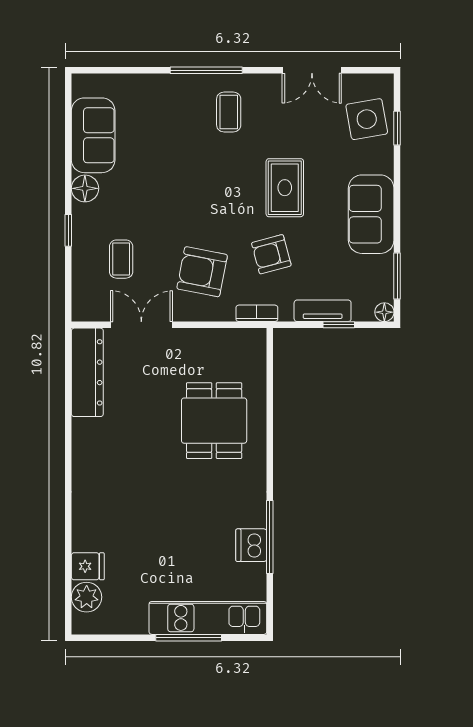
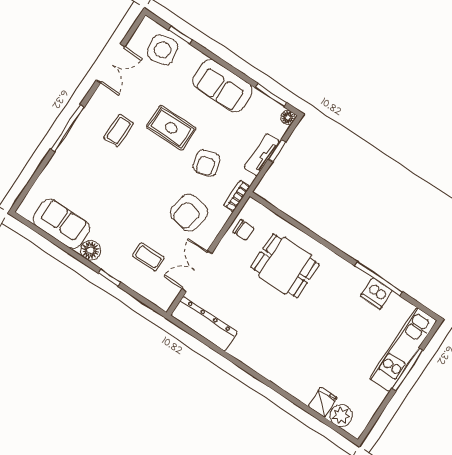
coffee table: (229, 112) -> (119, 131), moved, turned 90
chair: (223, 347) -> (244, 230), added

